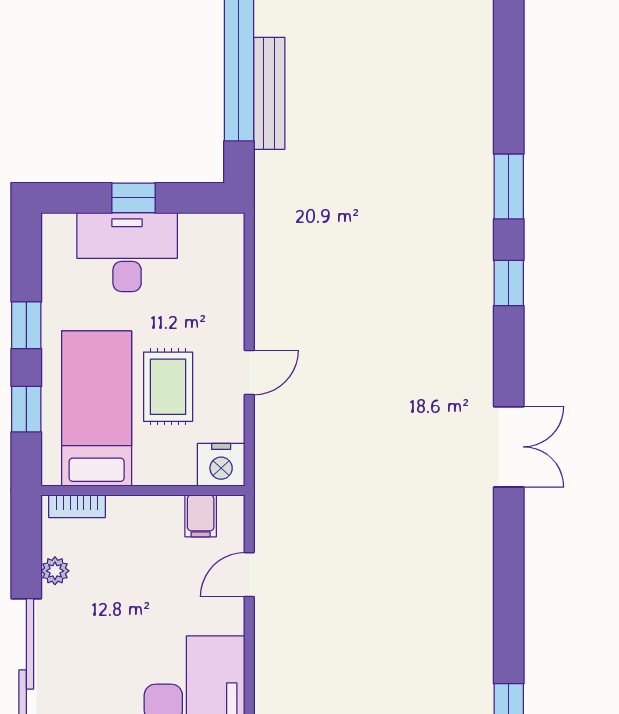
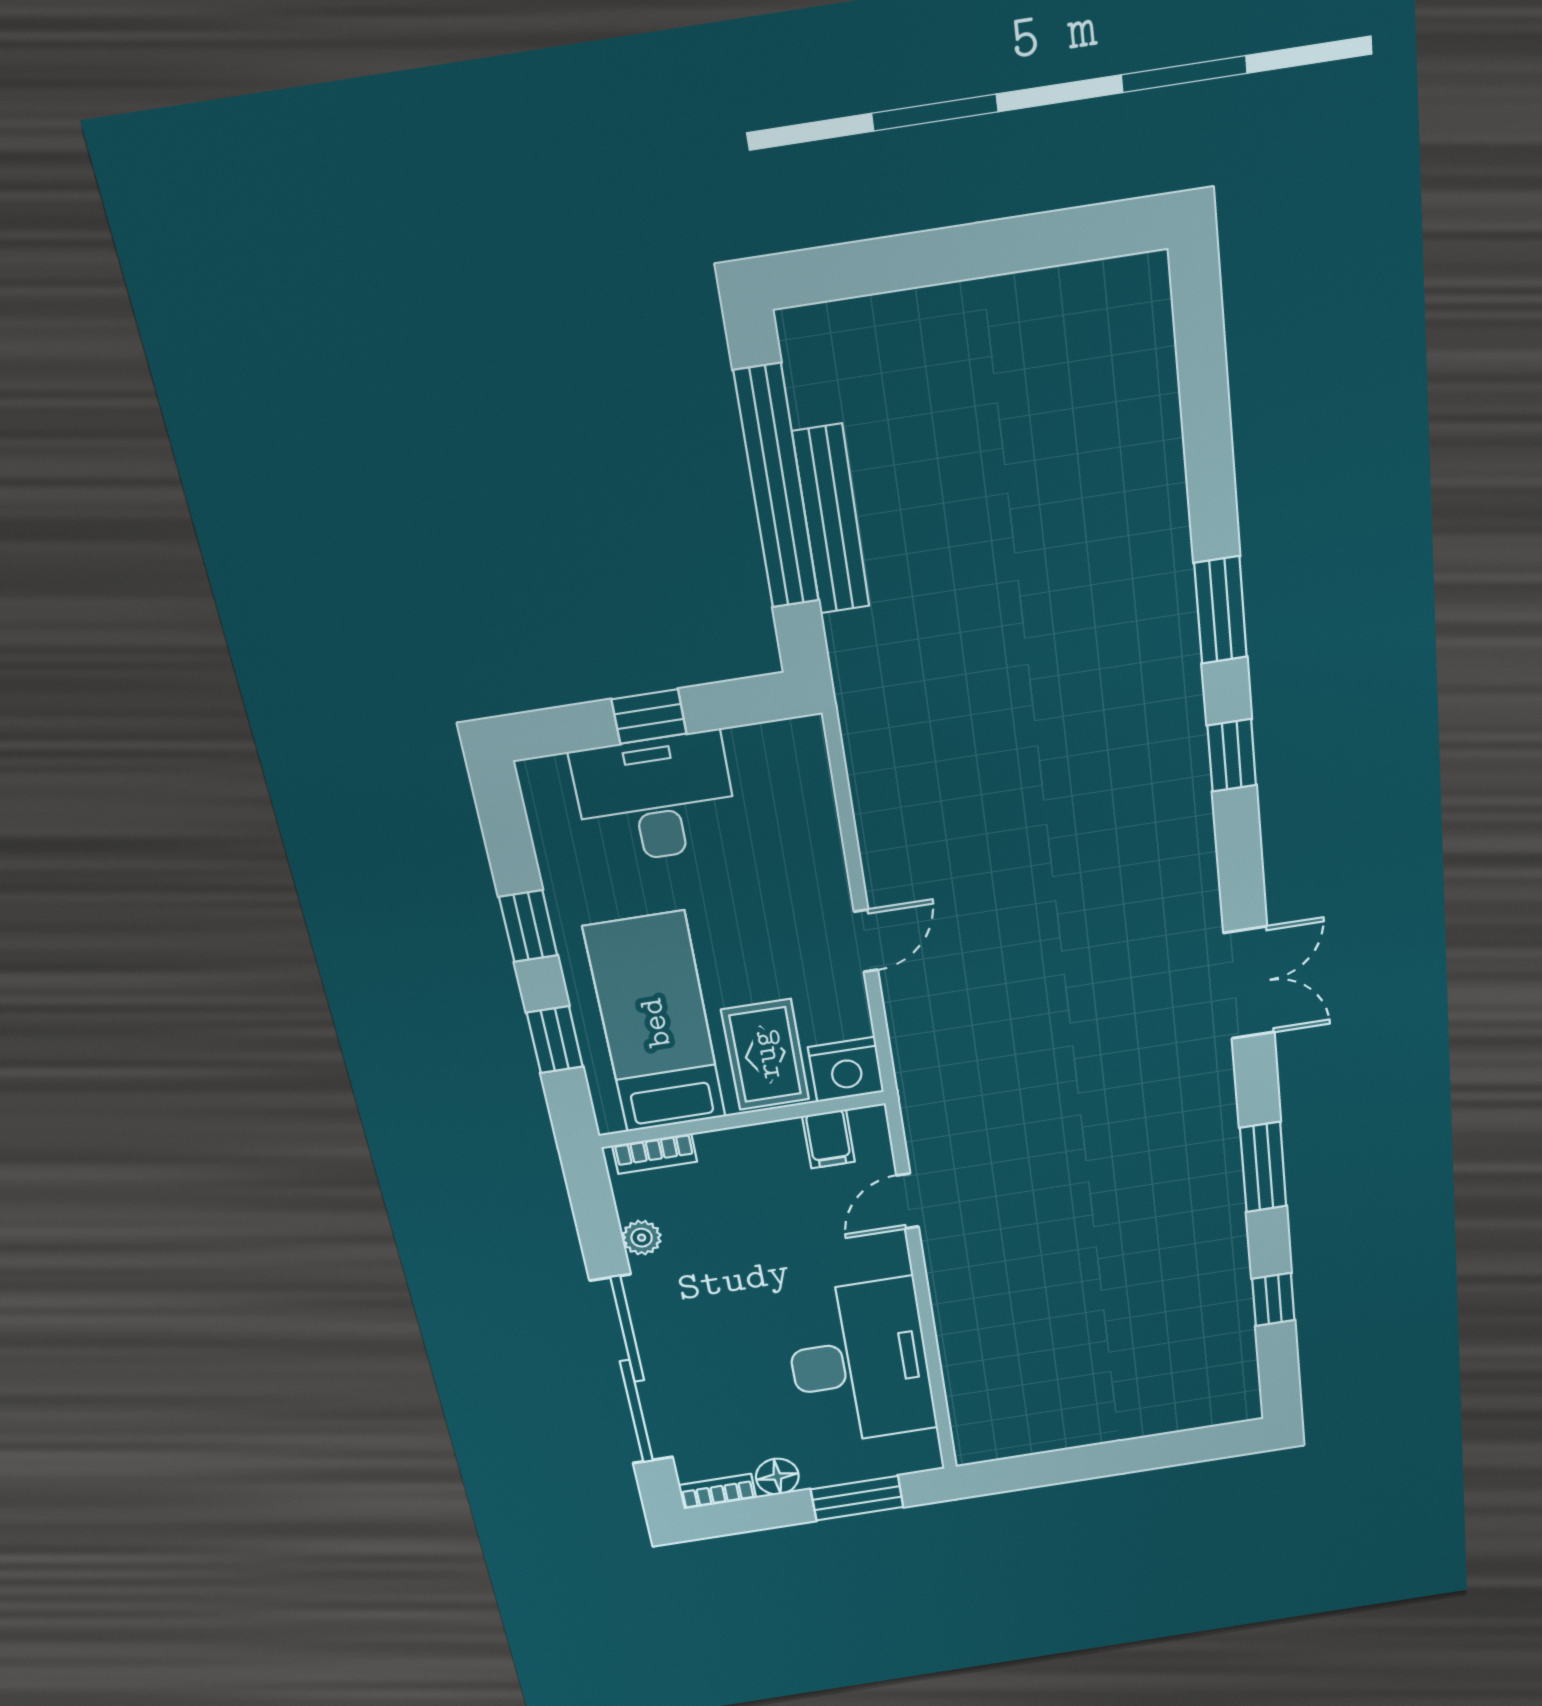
rug: (168, 387) -> (765, 1055), moved
window: (509, 592) -> (1263, 1167), added

